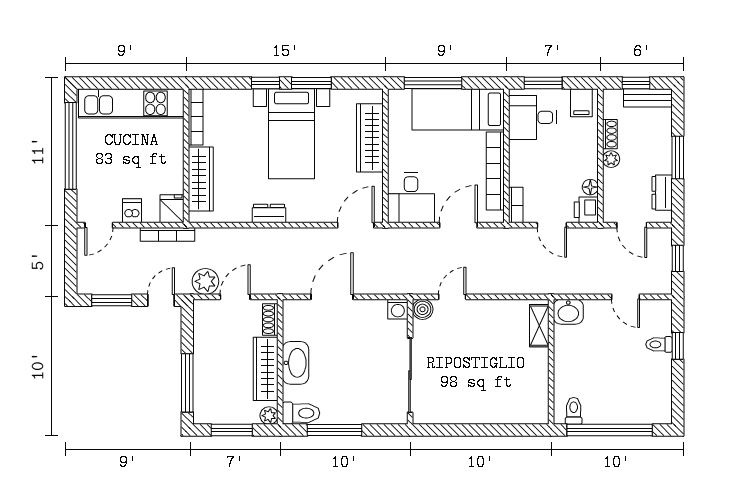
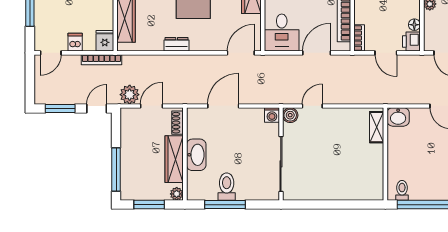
toilet: (301, 413) -> (227, 187), moved, turned -90

